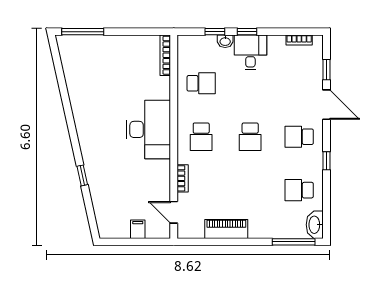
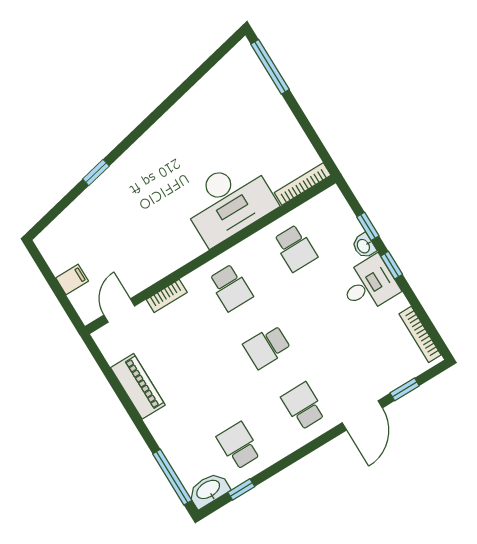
bookcase: (299, 40) -> (420, 334), width x1.56
desk: (148, 129) -> (228, 201), moved
school desk: (201, 137) -> (231, 288), turned -90
window: (327, 161) -> (241, 489), moved

